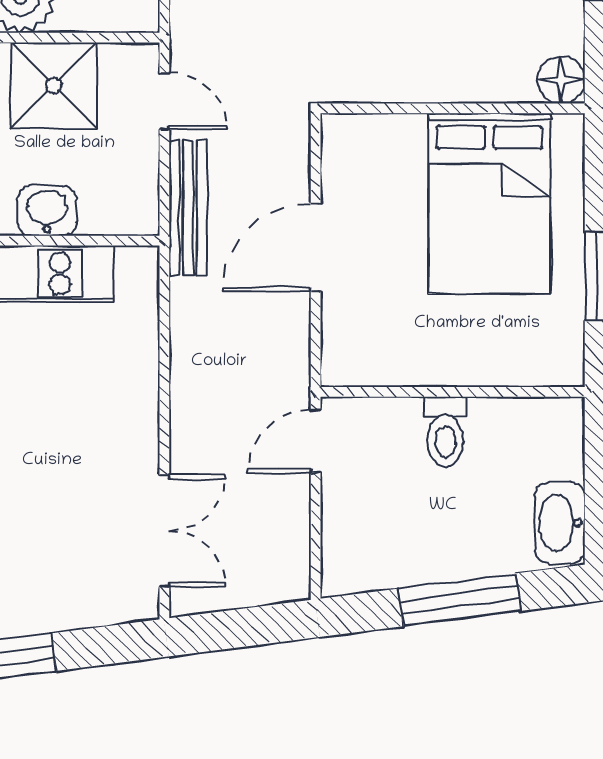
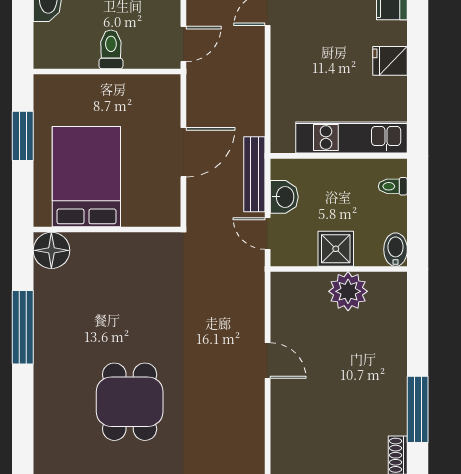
floor lamp: (561, 80) -> (51, 250), width x1.38, depth x1.38
shower: (54, 86) -> (336, 249), width x0.73, depth x0.73
washbasin: (47, 211) -> (284, 197), moved, turned -90

